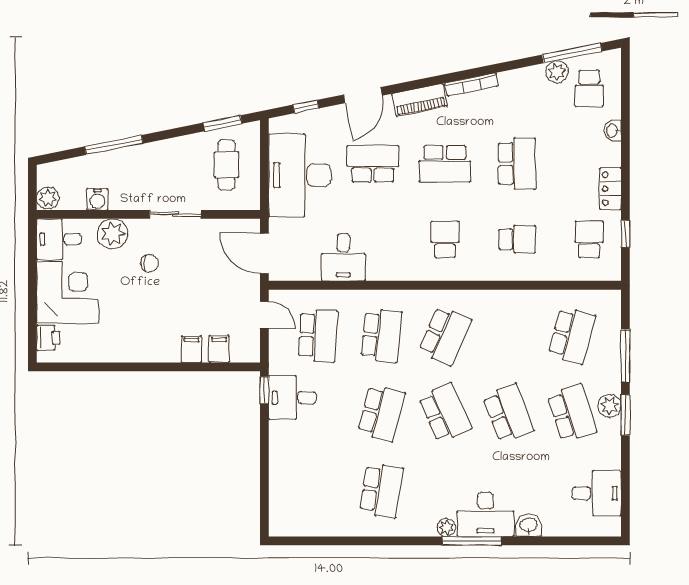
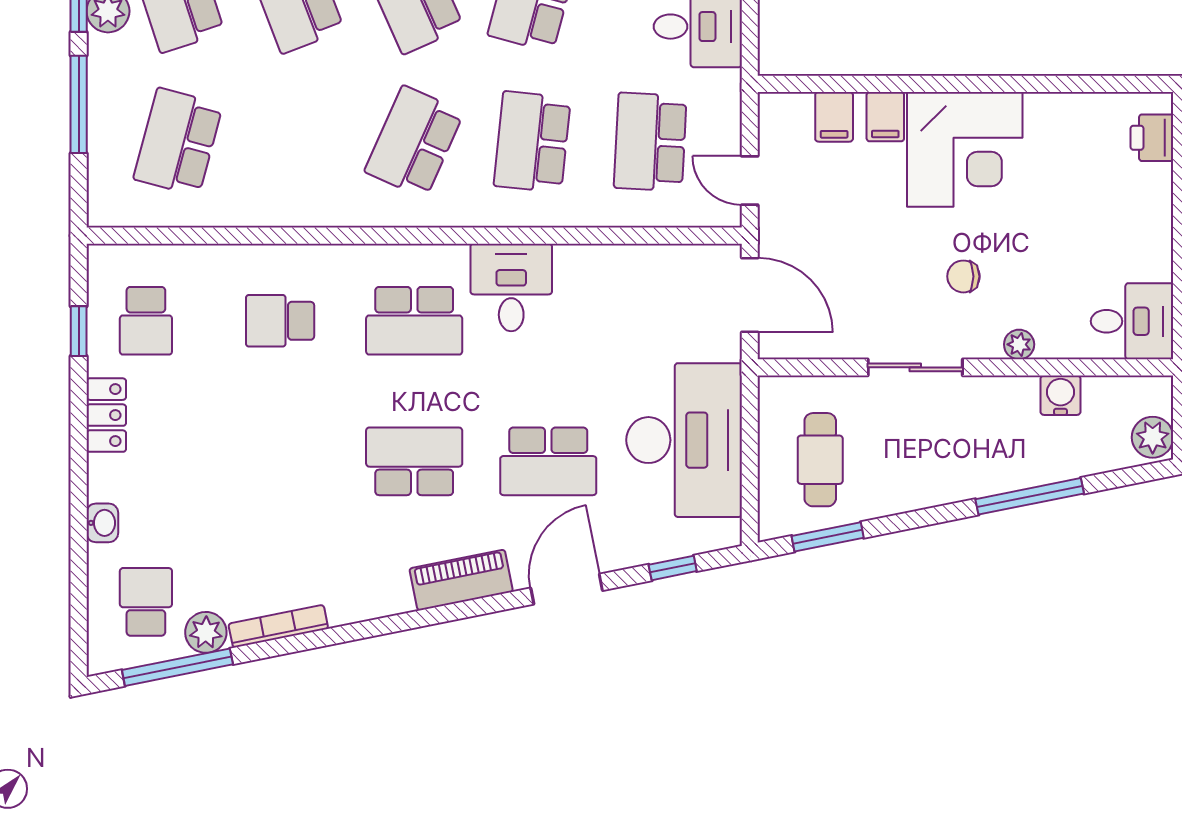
bookcase: (471, 84) -> (278, 626), moved
school desk: (517, 164) -> (280, 461), removed
plant: (48, 198) -> (1153, 437), moved
plant: (113, 234) -> (1019, 344), width x0.53, depth x0.53
school desk: (445, 239) -> (414, 321), width x1.85
desk: (343, 257) -> (511, 287), moved
corner desk: (68, 292) -> (965, 149), moved, turned -90
window: (264, 390) -> (750, 41), removed

